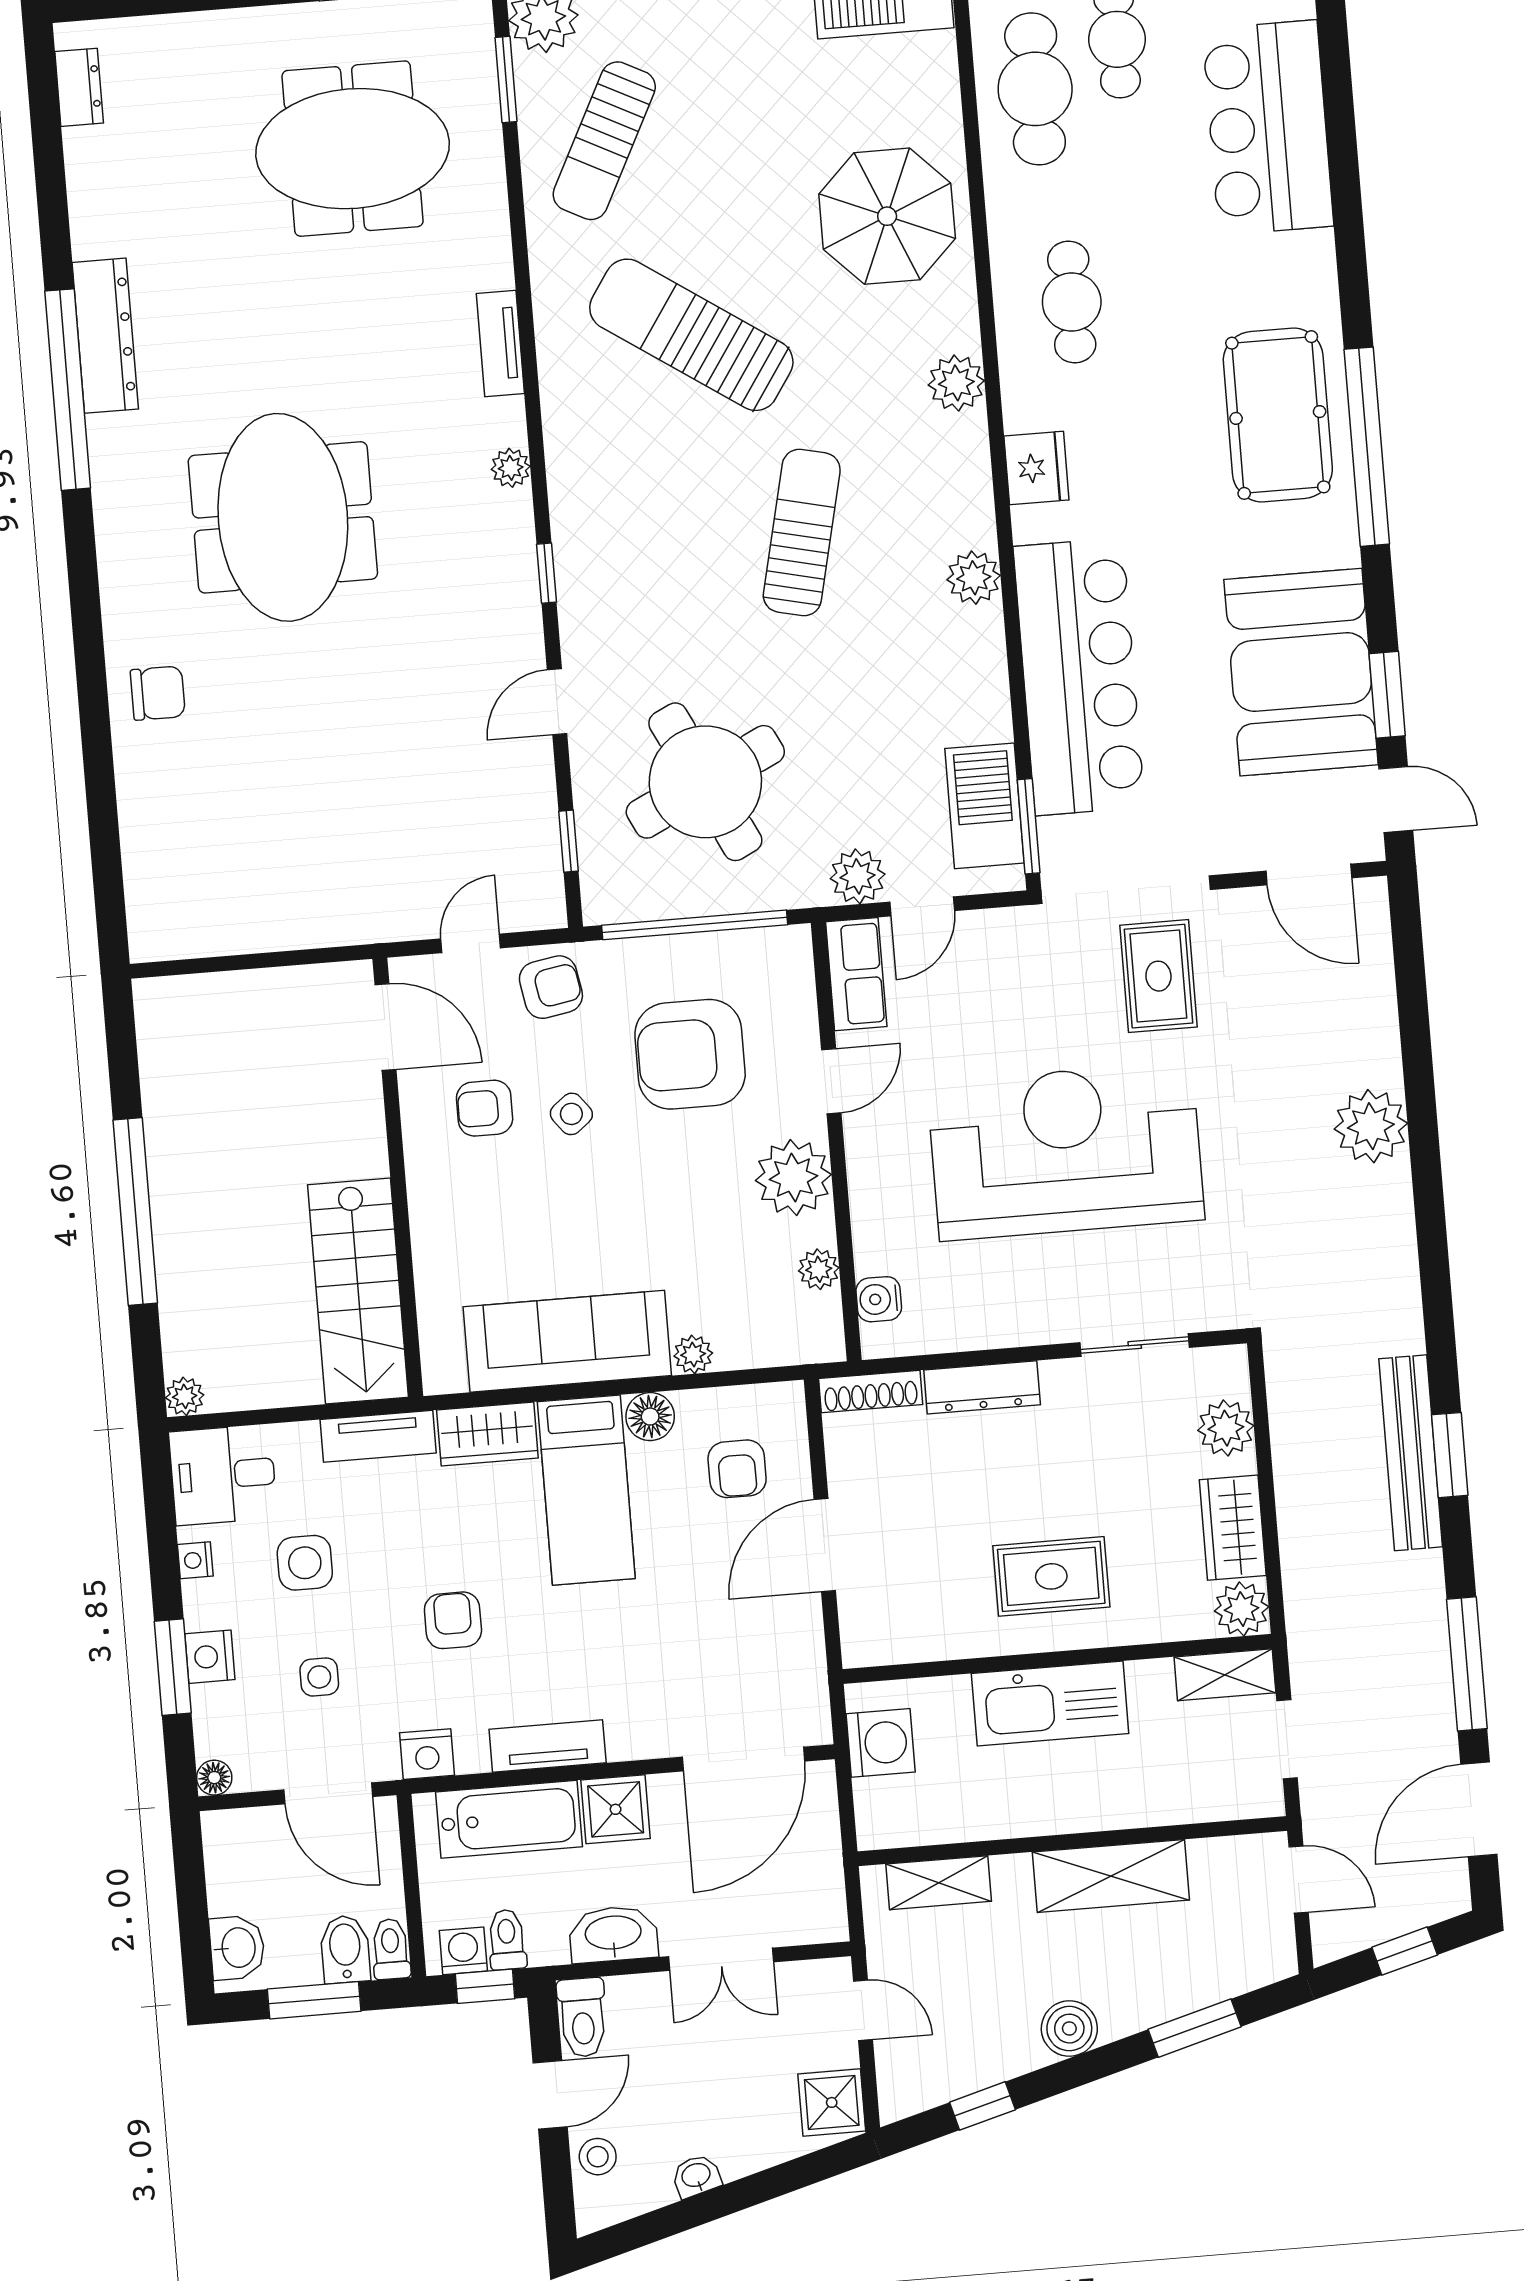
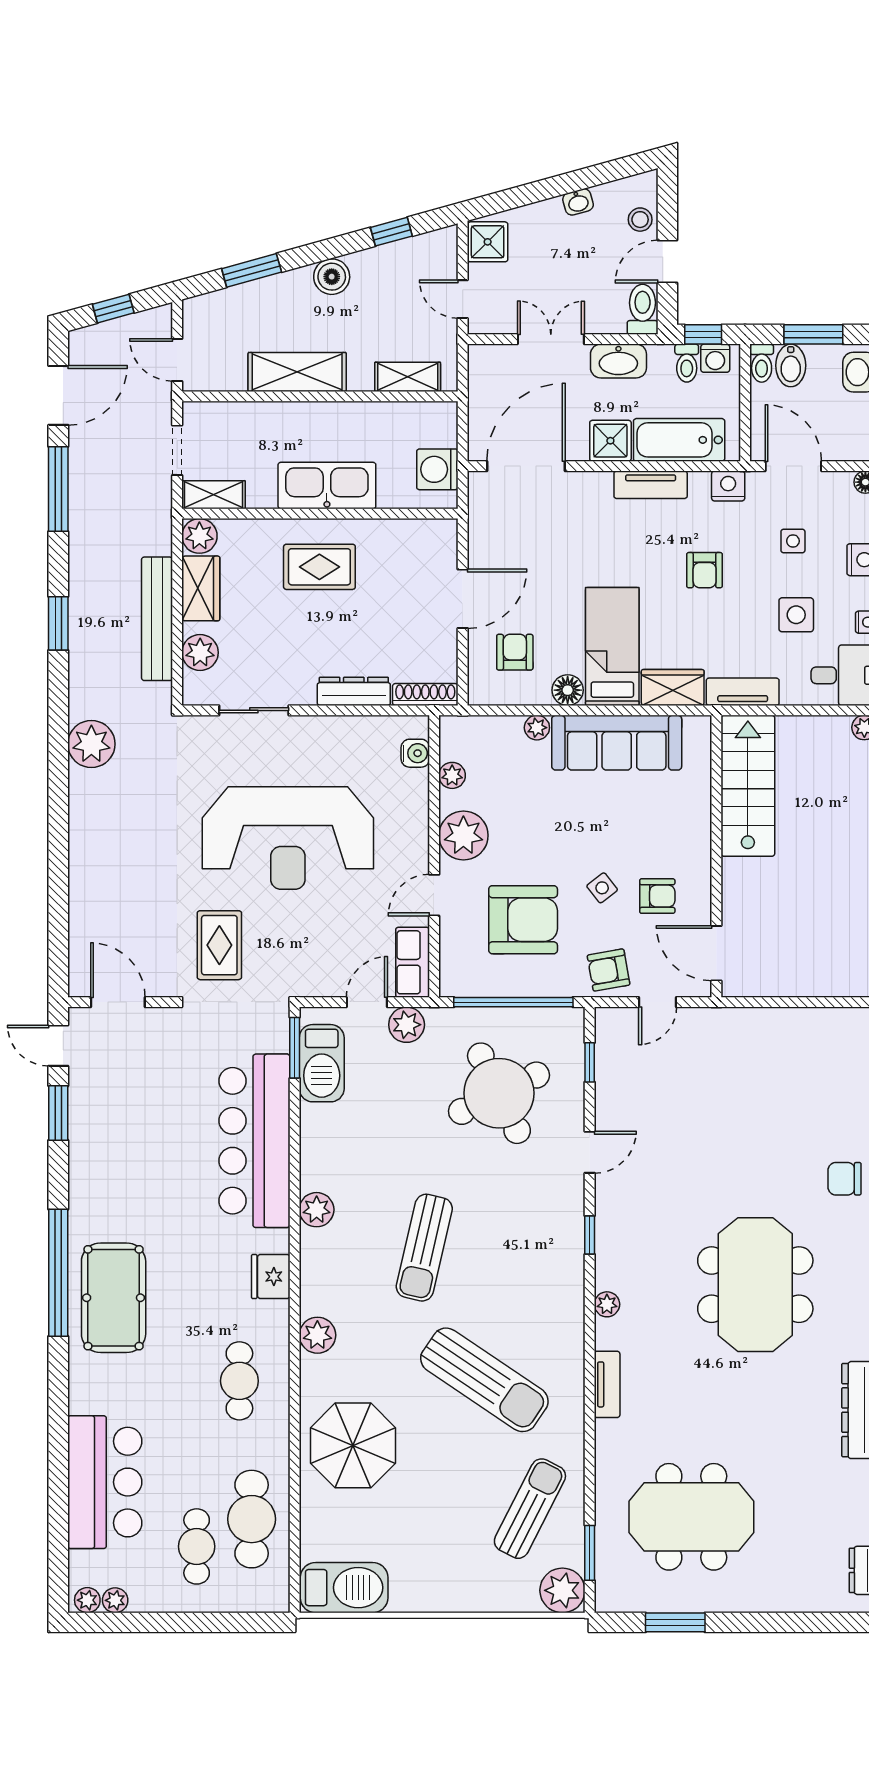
booth: (1301, 672) -> (112, 1132), removed
plant: (1371, 1126) -> (91, 744), moved
bench: (1411, 1453) -> (157, 619), moved

